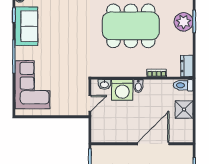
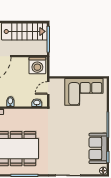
corner sofa: (32, 85) -> (84, 92), moved, turned -90
washing machine: (122, 90) -> (37, 66), moved, turned 180

